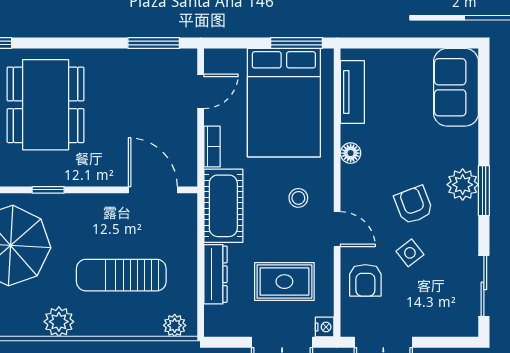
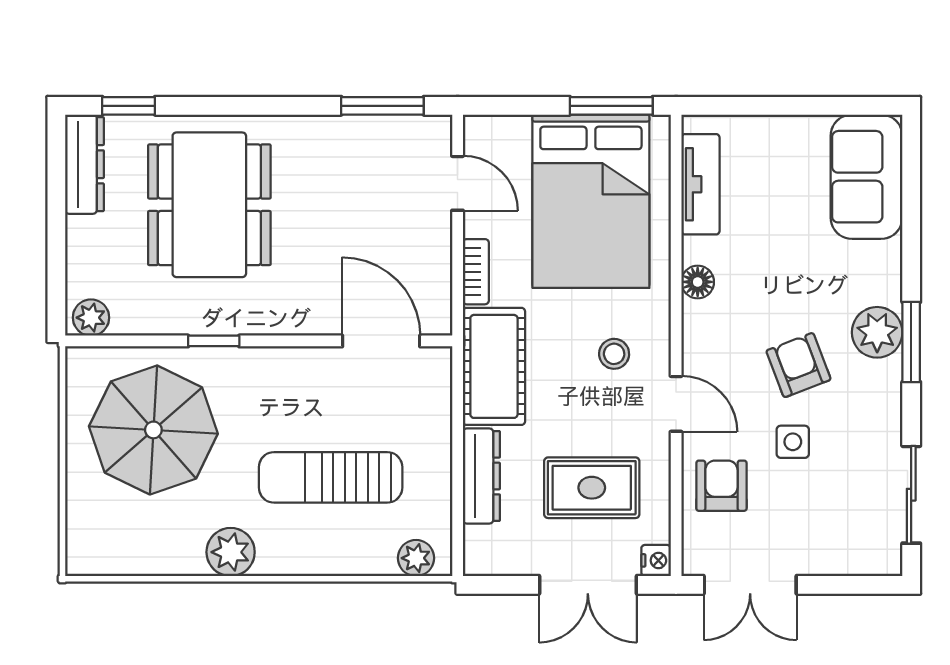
door: (201, 91) -> (458, 183), hinge flipped
side table: (410, 253) -> (793, 442), turned 38
armchair: (365, 280) -> (721, 486), turned 180

